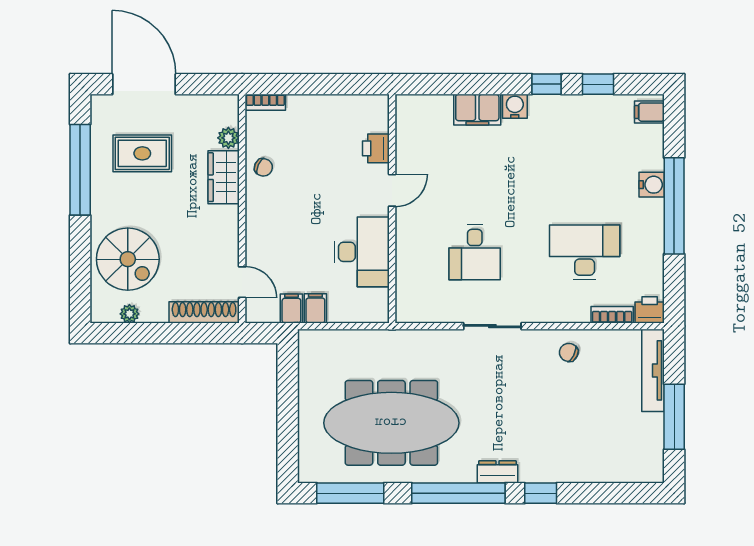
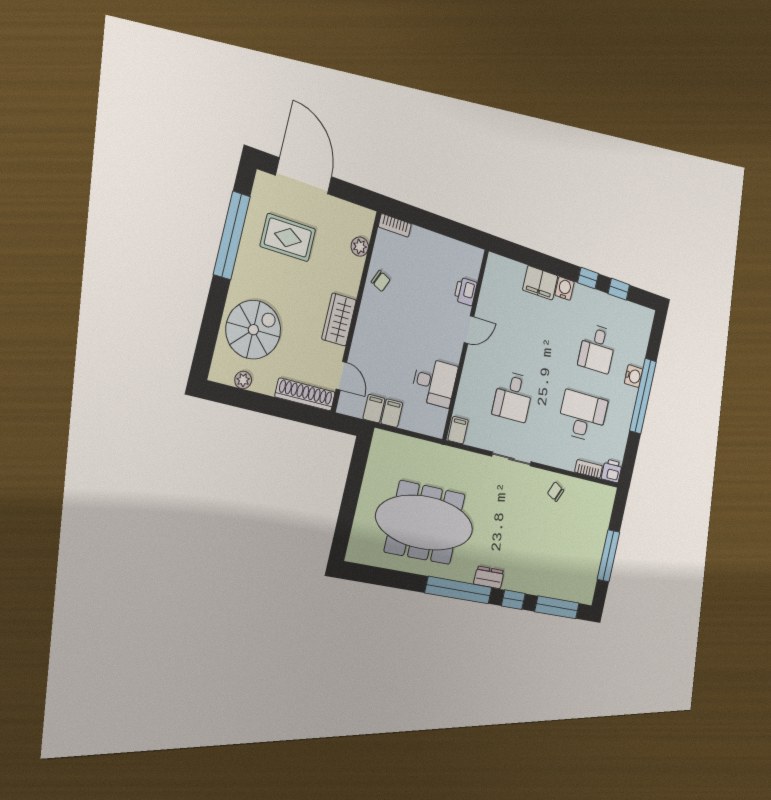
filing cabinet: (649, 112) -> (458, 430), moved, turned 90
desk: (585, 165) -> (597, 348), added
wardrobe: (224, 177) -> (339, 320), moved
desk: (362, 252) -> (434, 382), width x0.73
spiral stairs: (128, 259) -> (253, 330), turned -90
tv unit: (653, 370) -> (604, 518), removed
window: (350, 493) -> (557, 607), moved

